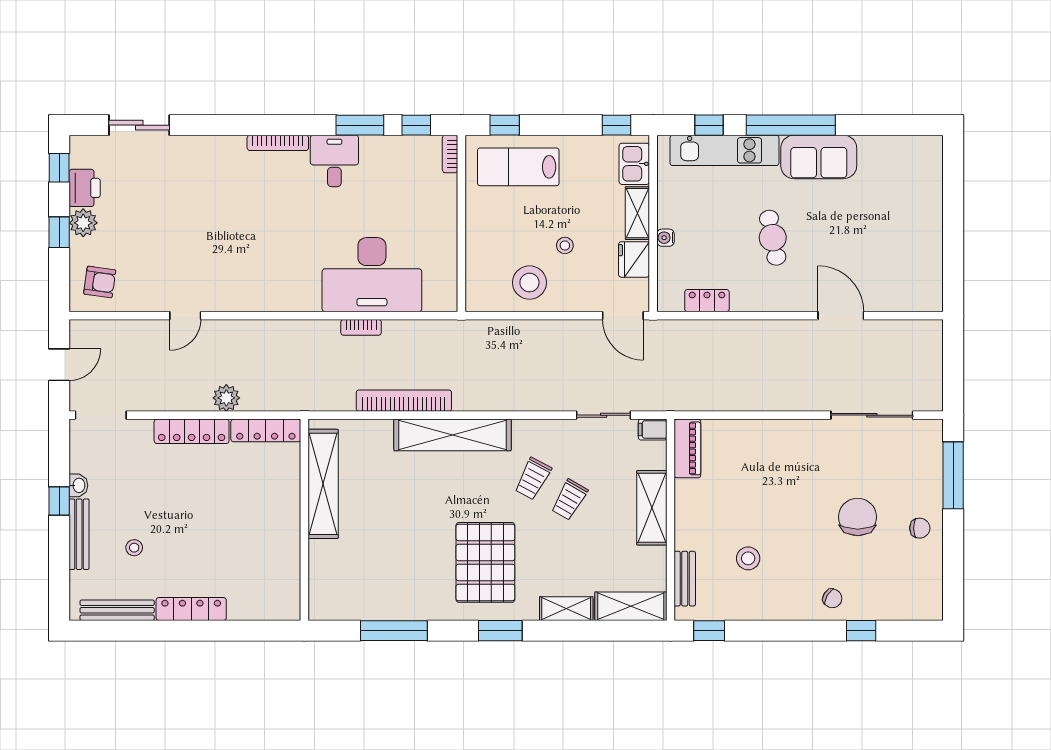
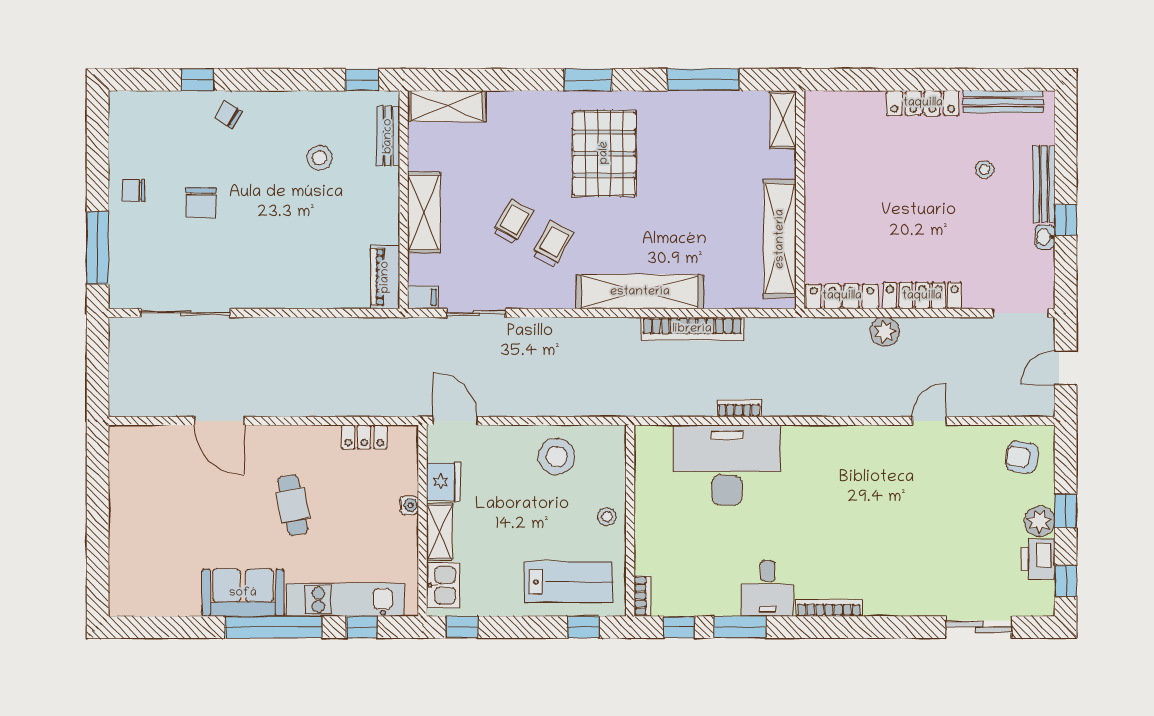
stool: (565, 245) -> (607, 517), moved
chair: (858, 517) -> (201, 203), width x0.73, depth x0.73
shelving: (566, 609) -> (783, 120), moved, turned 90

